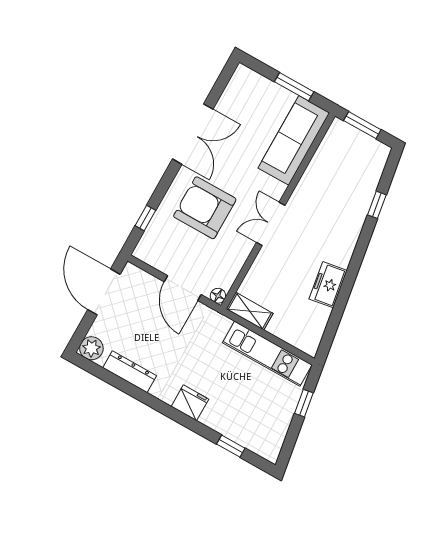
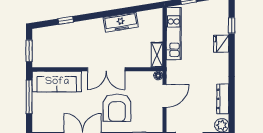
window: (294, 87) -> (29, 97), width x1.44
double door: (271, 224) -> (106, 69), width x1.37
freezer: (328, 285) -> (121, 22), width x1.40
fridge: (190, 403) -> (221, 44), moved

